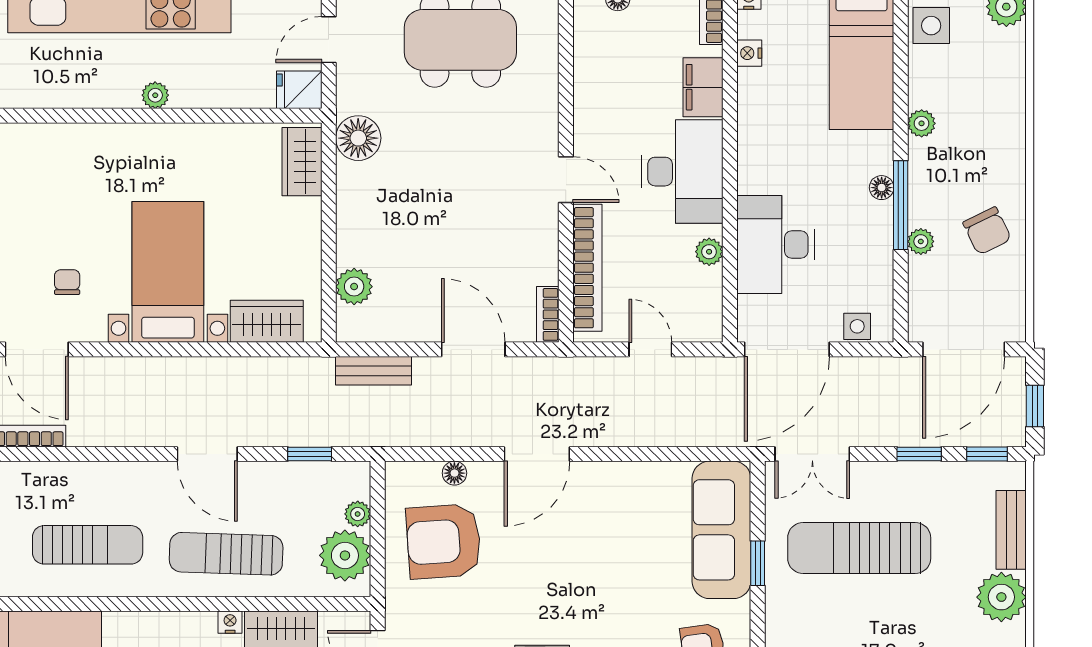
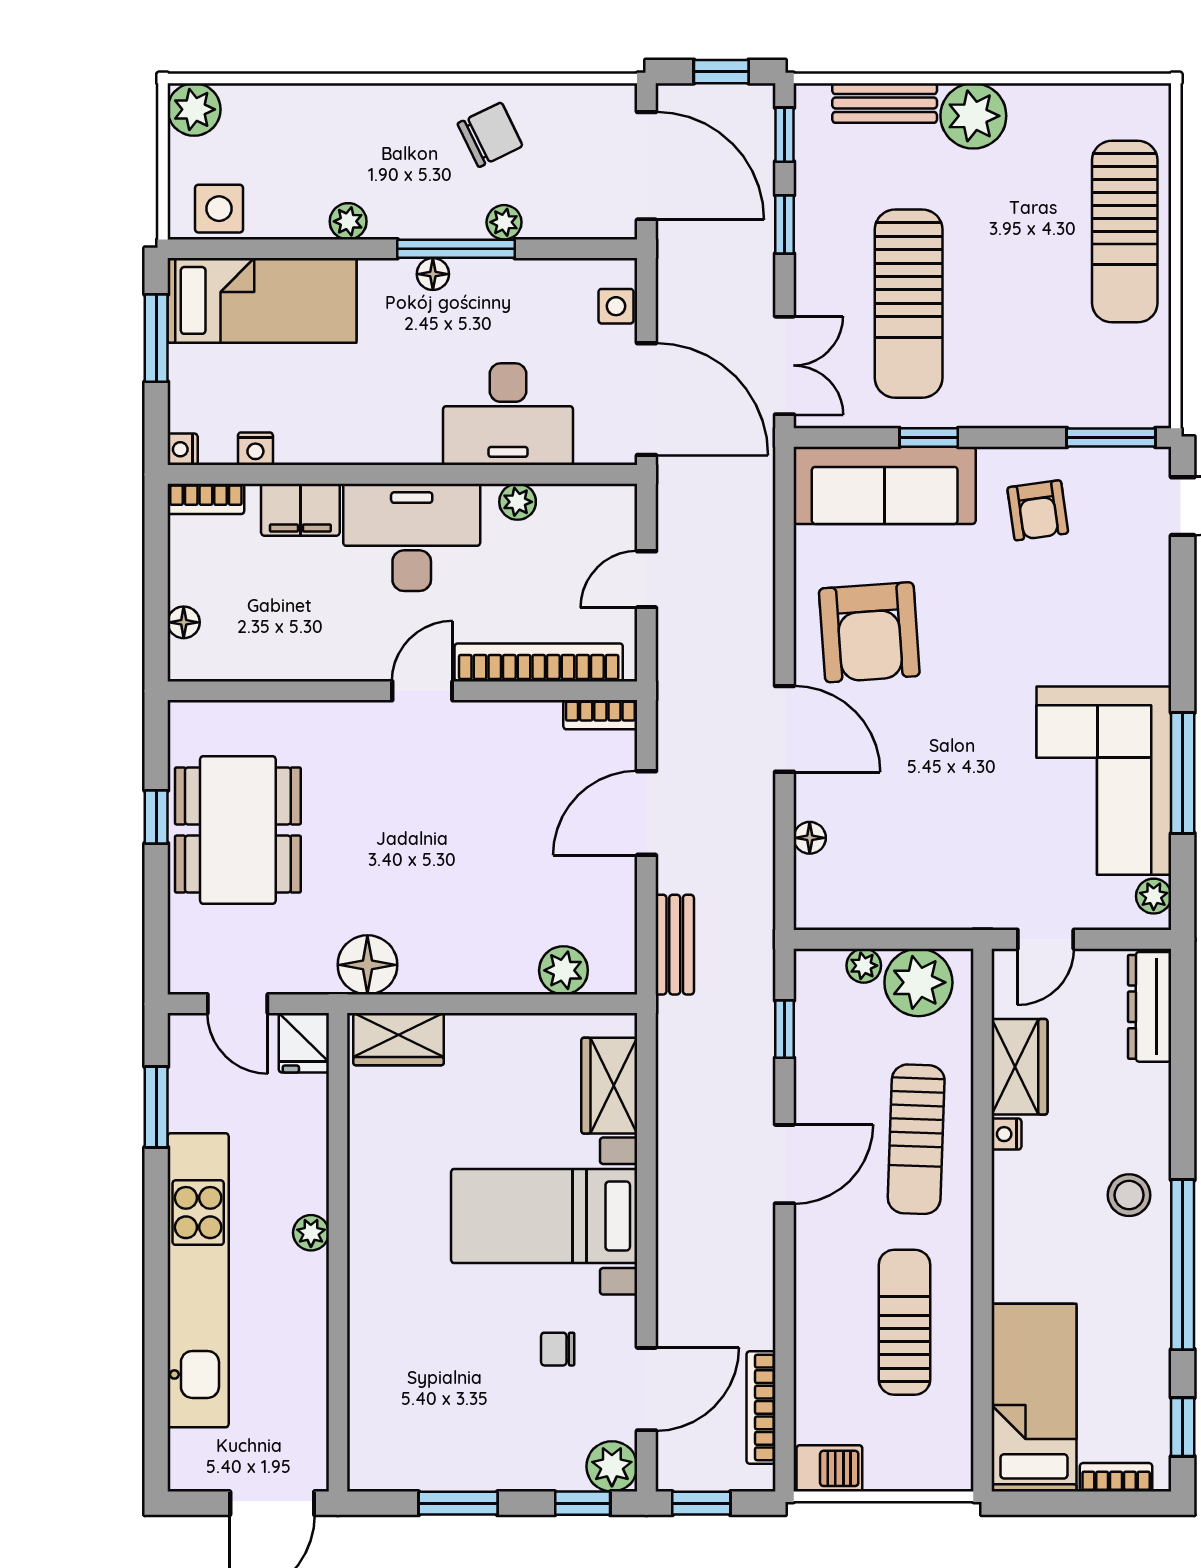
armchair: (444, 541) -> (869, 632), moved

